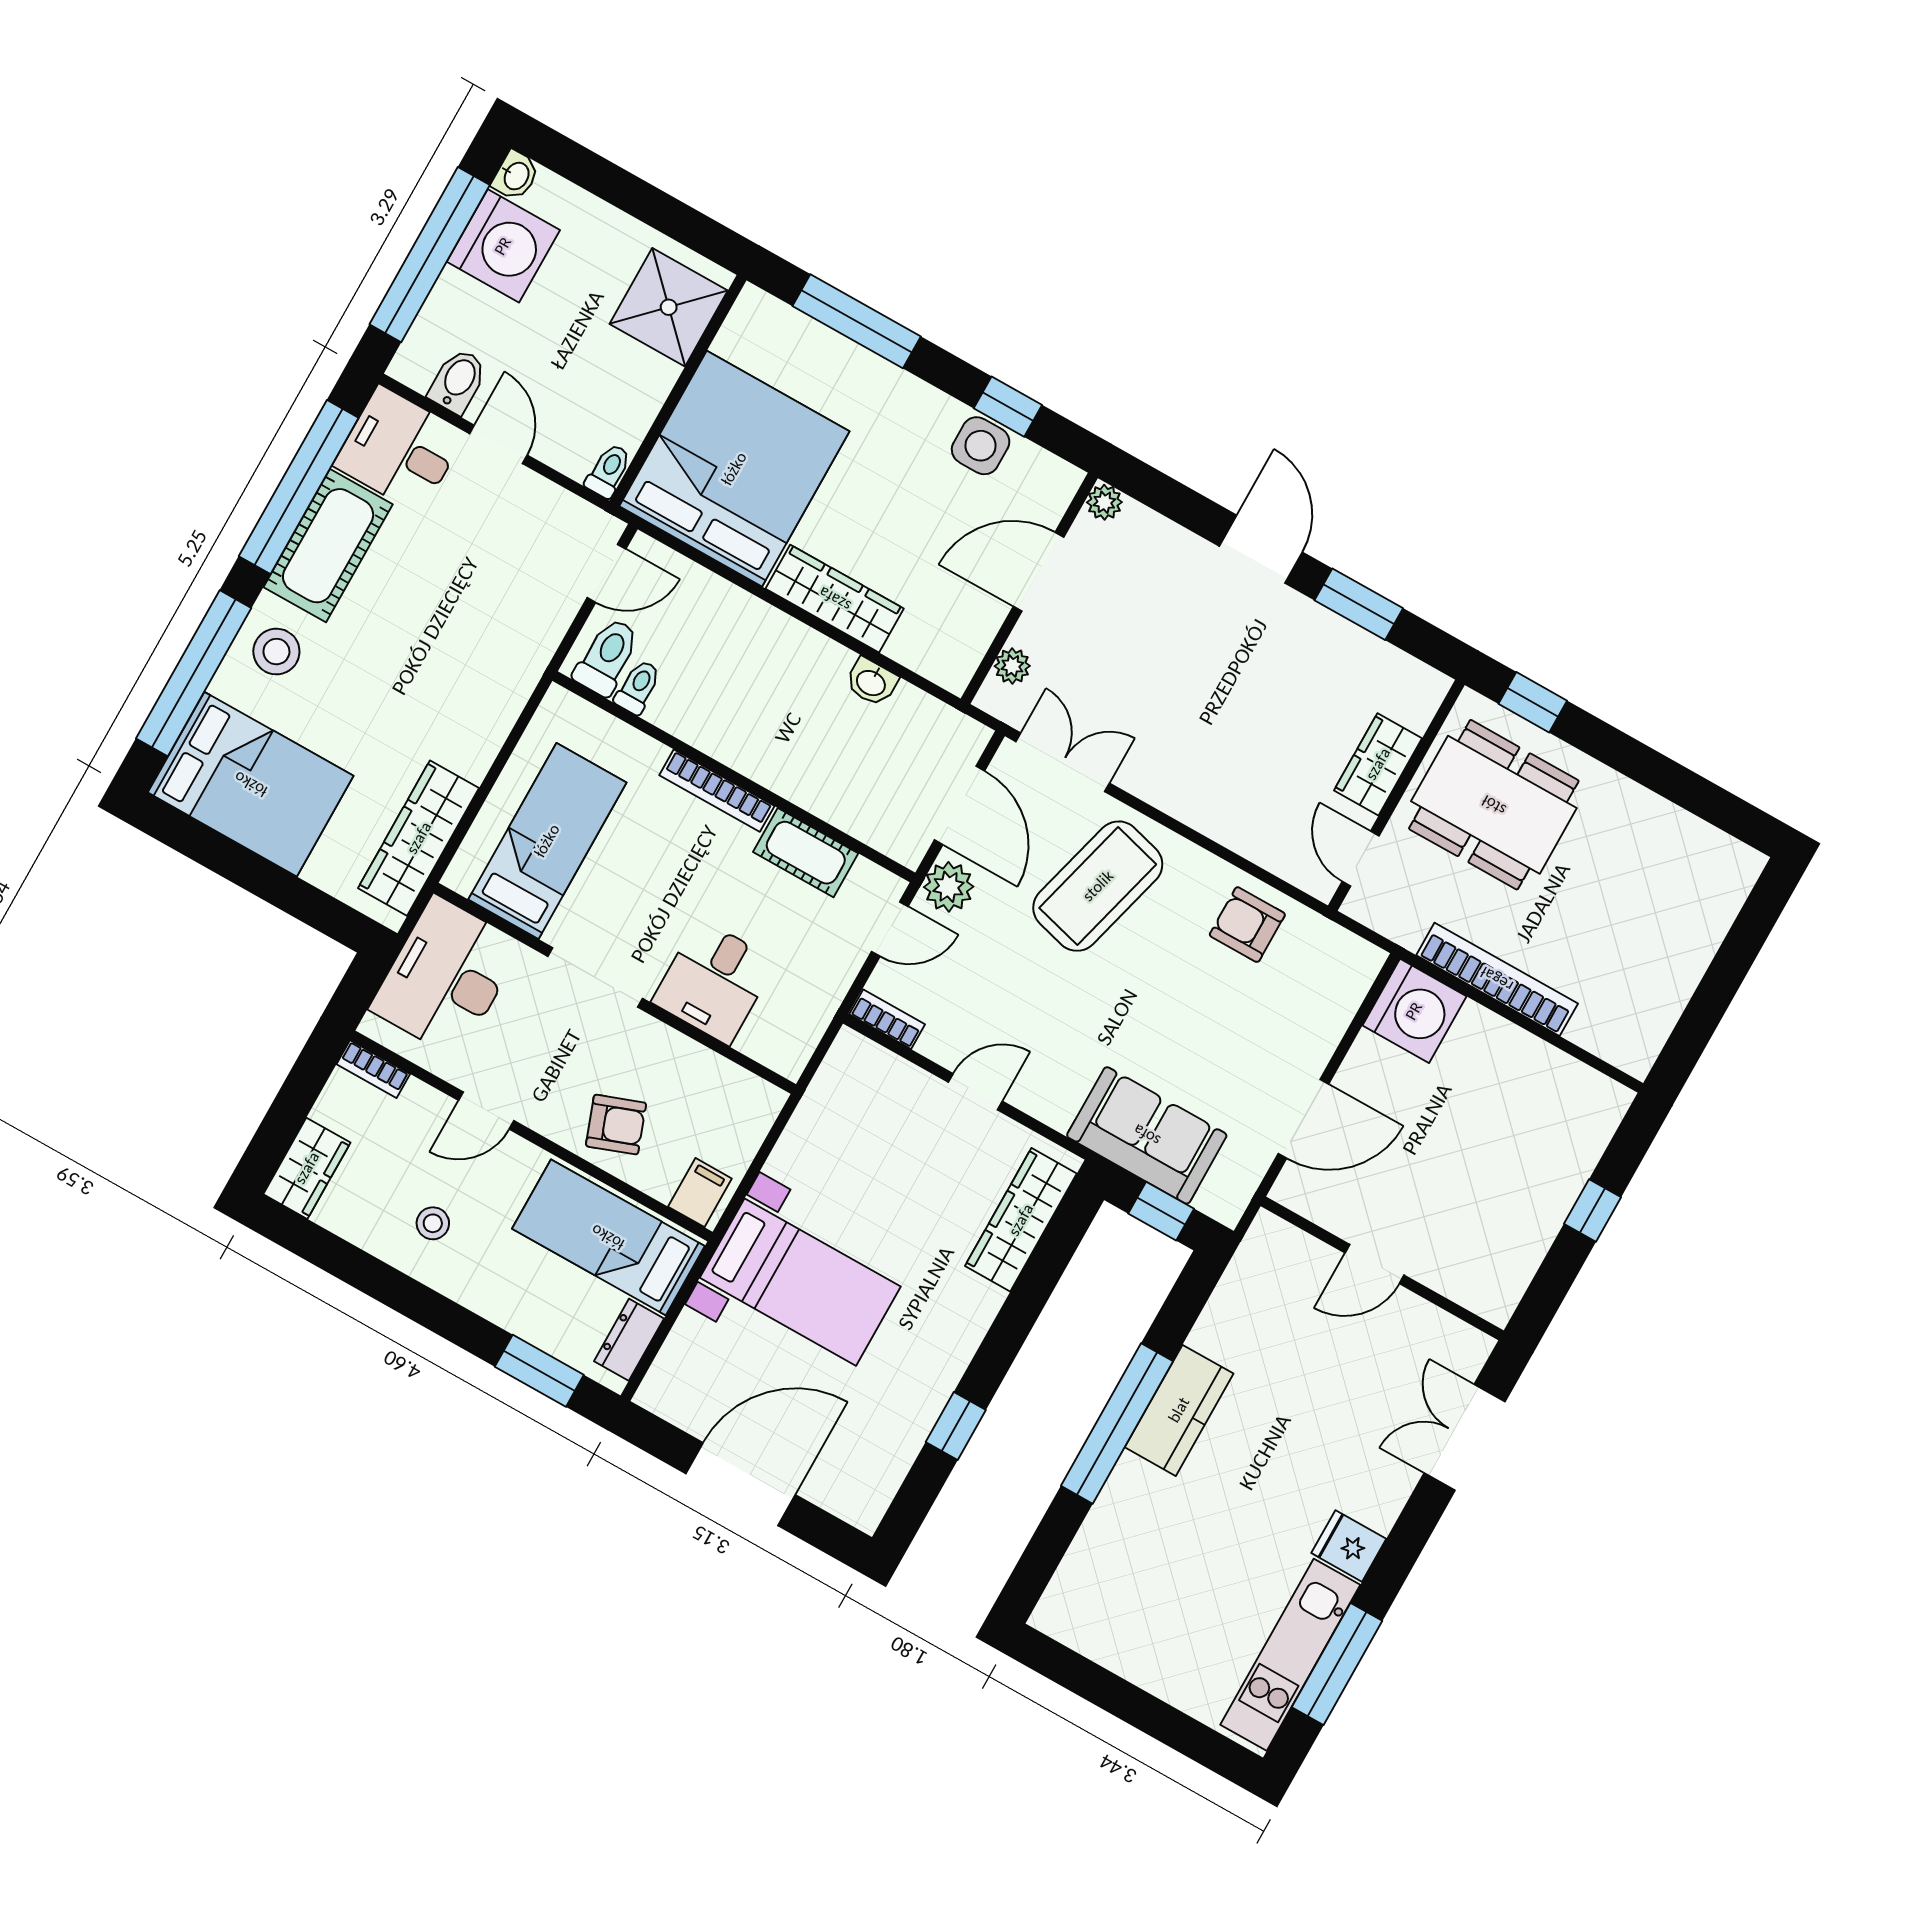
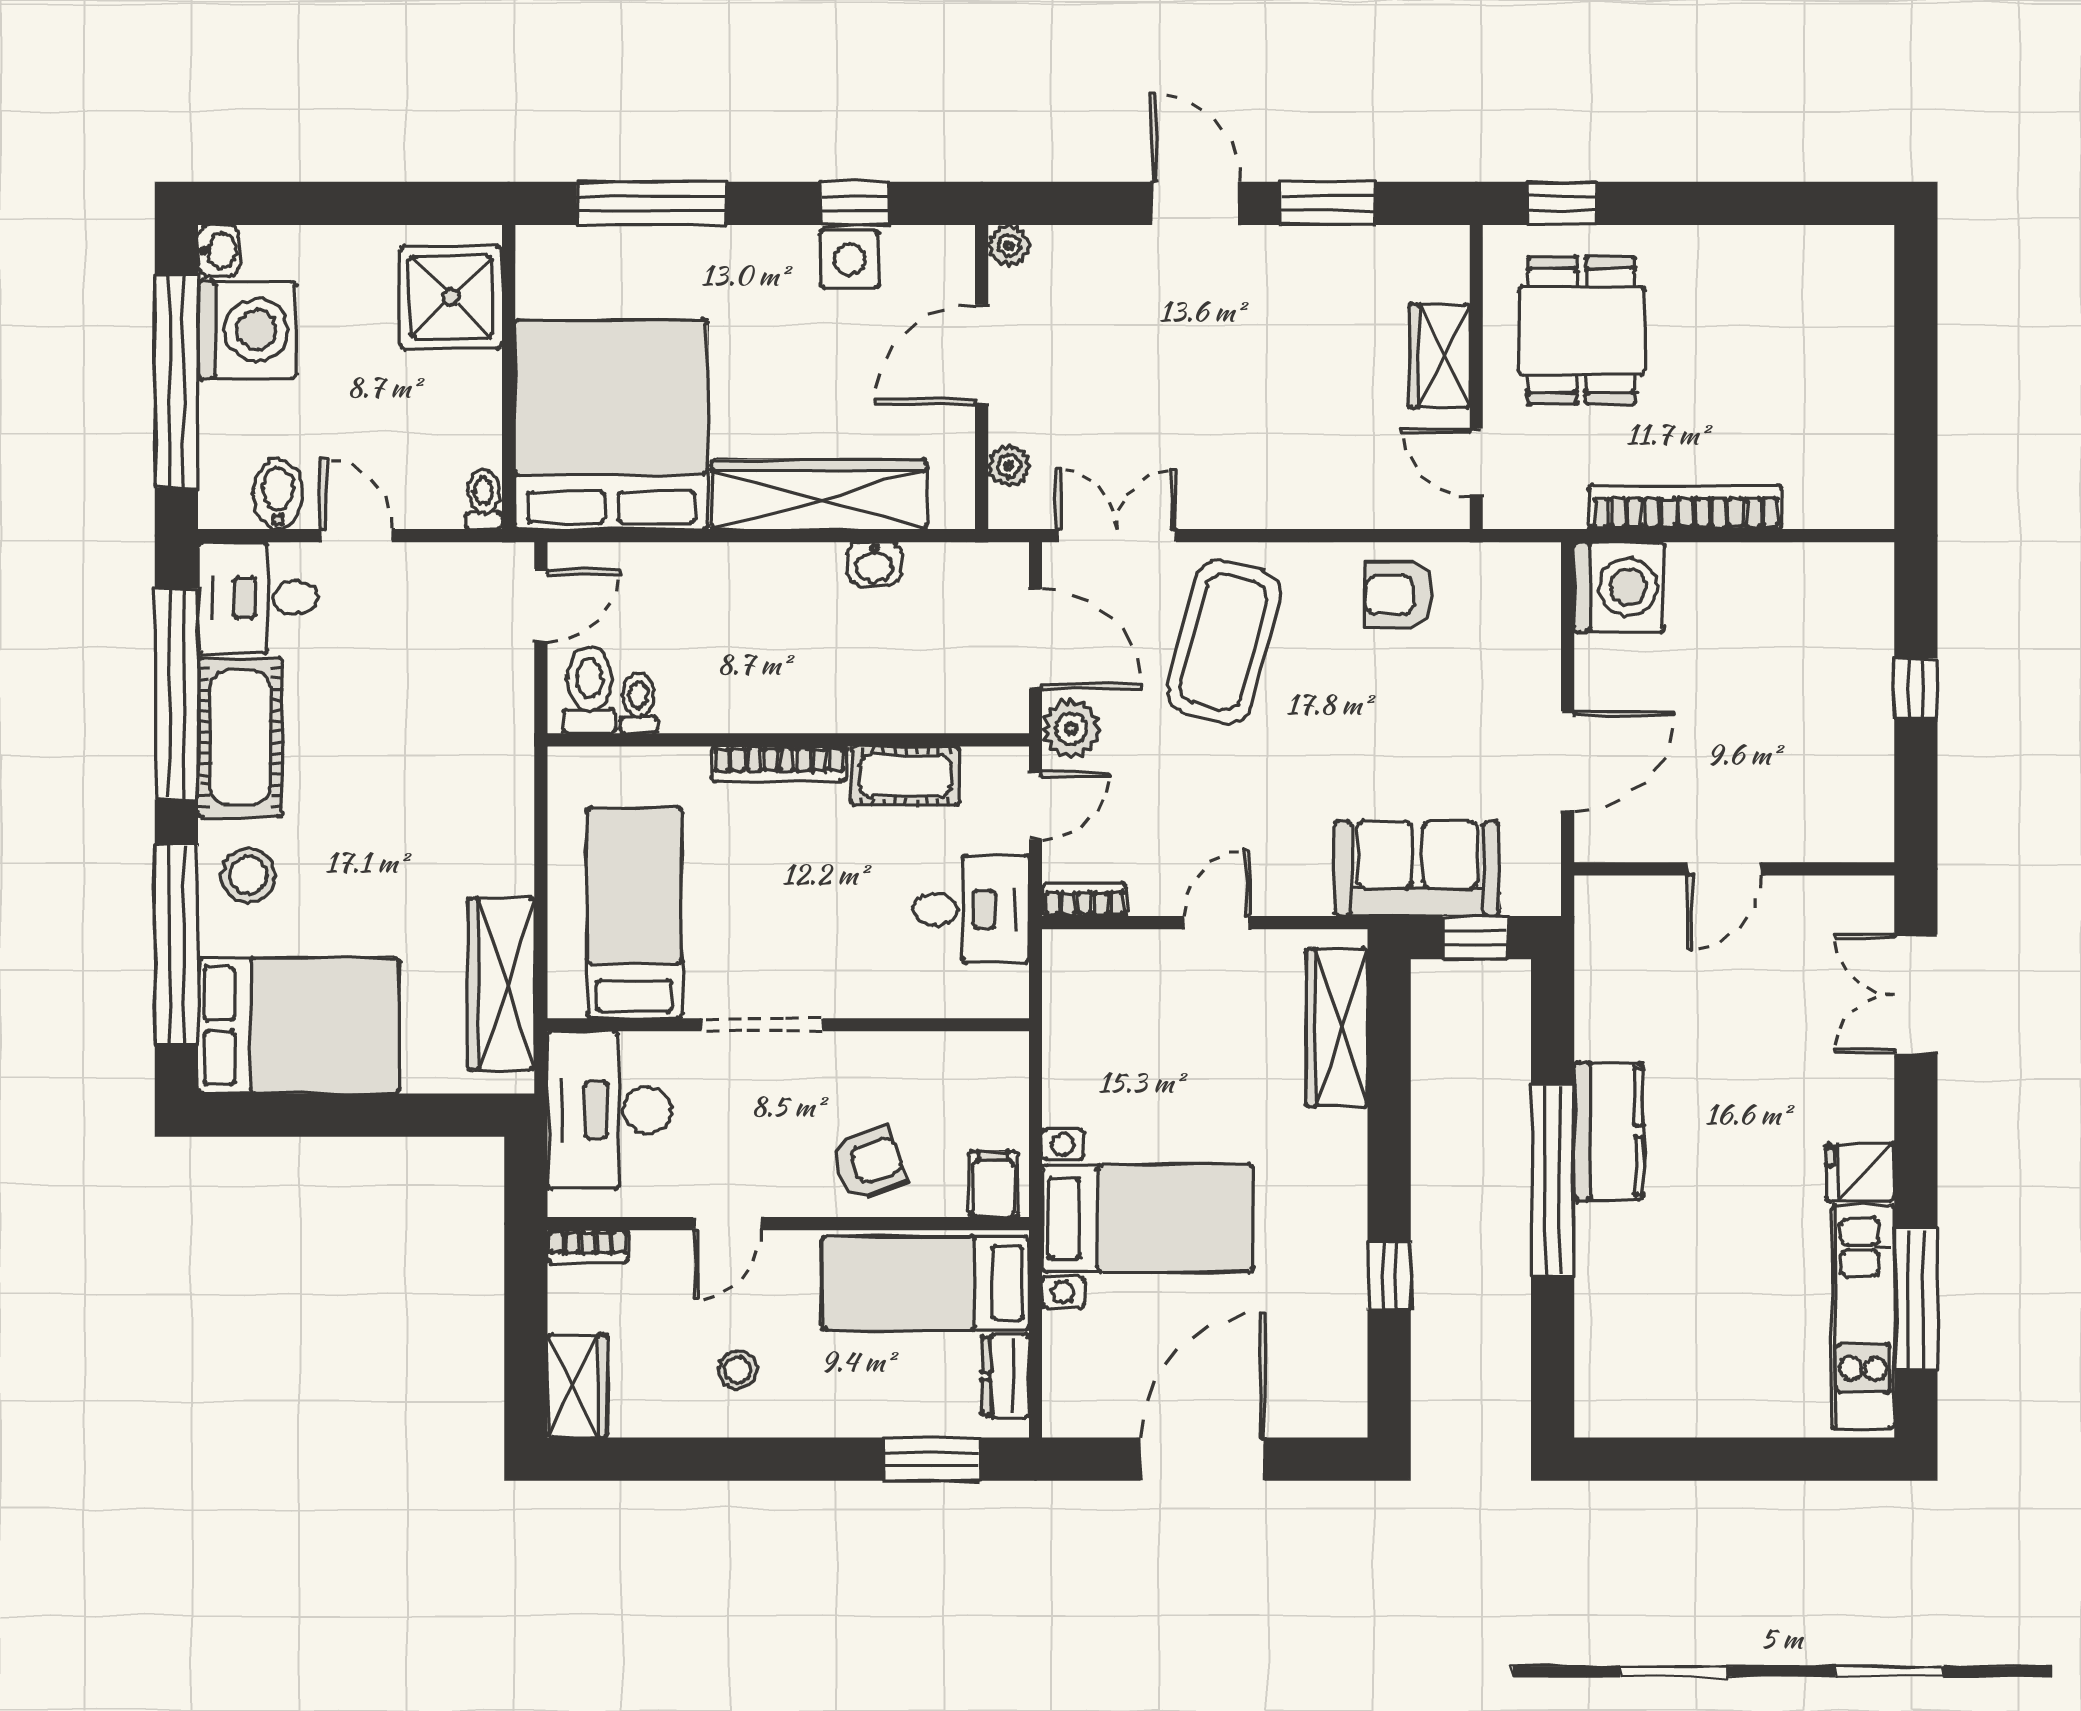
wardrobe: (835, 599) -> (819, 494), width x1.40, depth x1.17
dining table: (1494, 805) -> (1581, 331), width x0.73
desk: (714, 982) -> (971, 909), moved, turned -90

